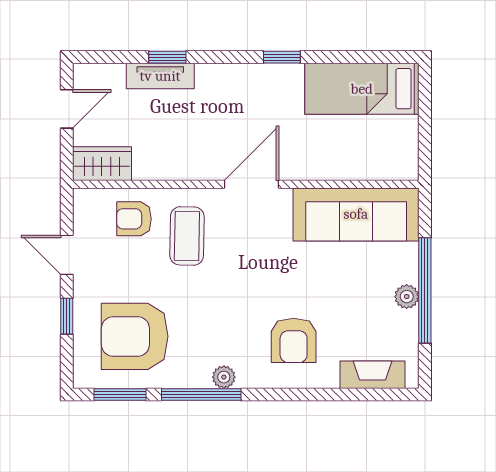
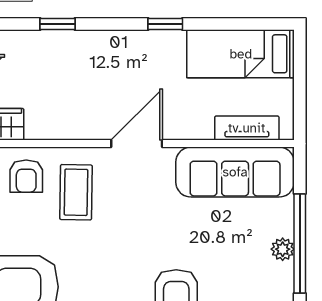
tv unit: (160, 76) -> (247, 128), moved, turned 180
armchair: (134, 219) -> (26, 176), turned -90

